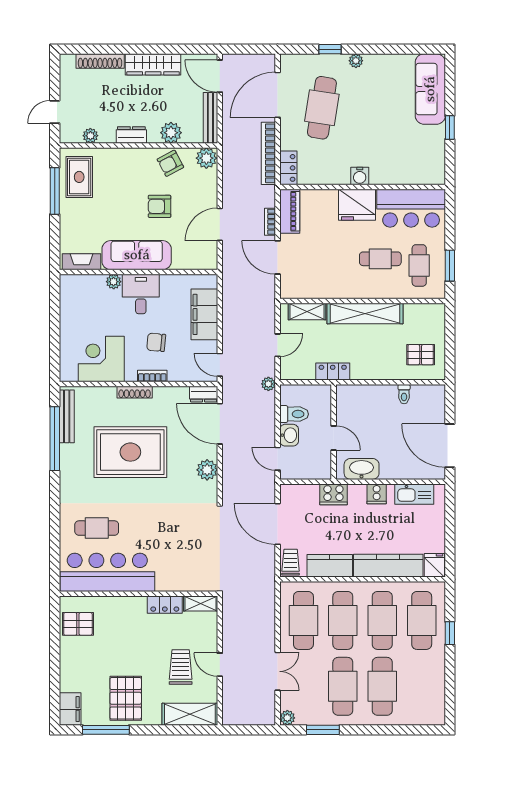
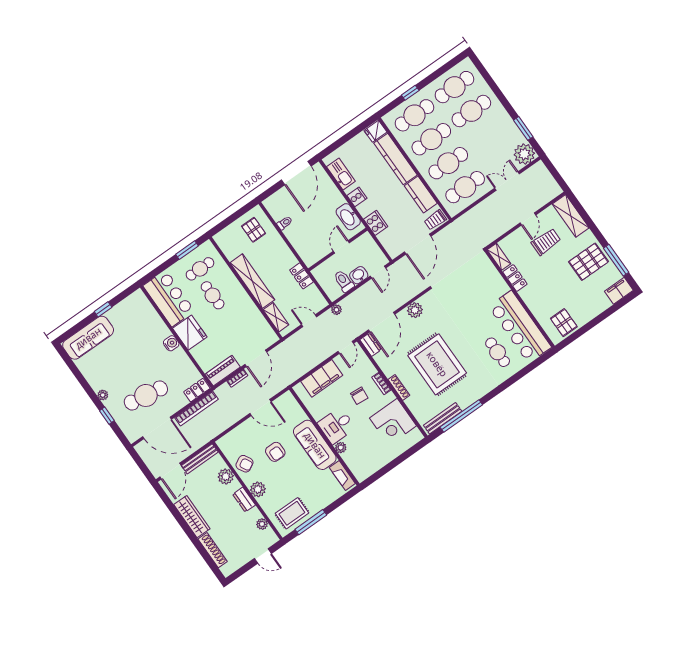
plant: (206, 158) -> (258, 489), moved
trolley: (181, 667) -> (546, 242), turned 180
cafe table: (343, 686) -> (454, 87), moved
plant: (287, 718) -> (524, 154), width x1.88, depth x1.88

